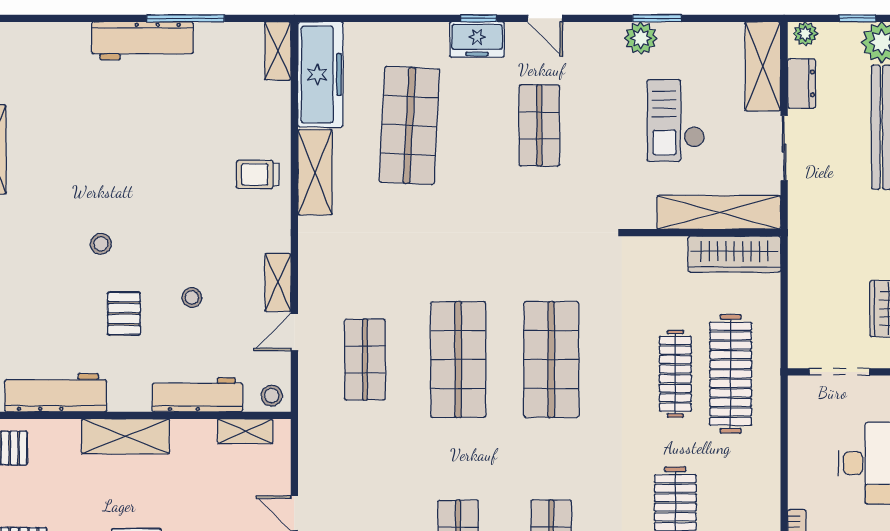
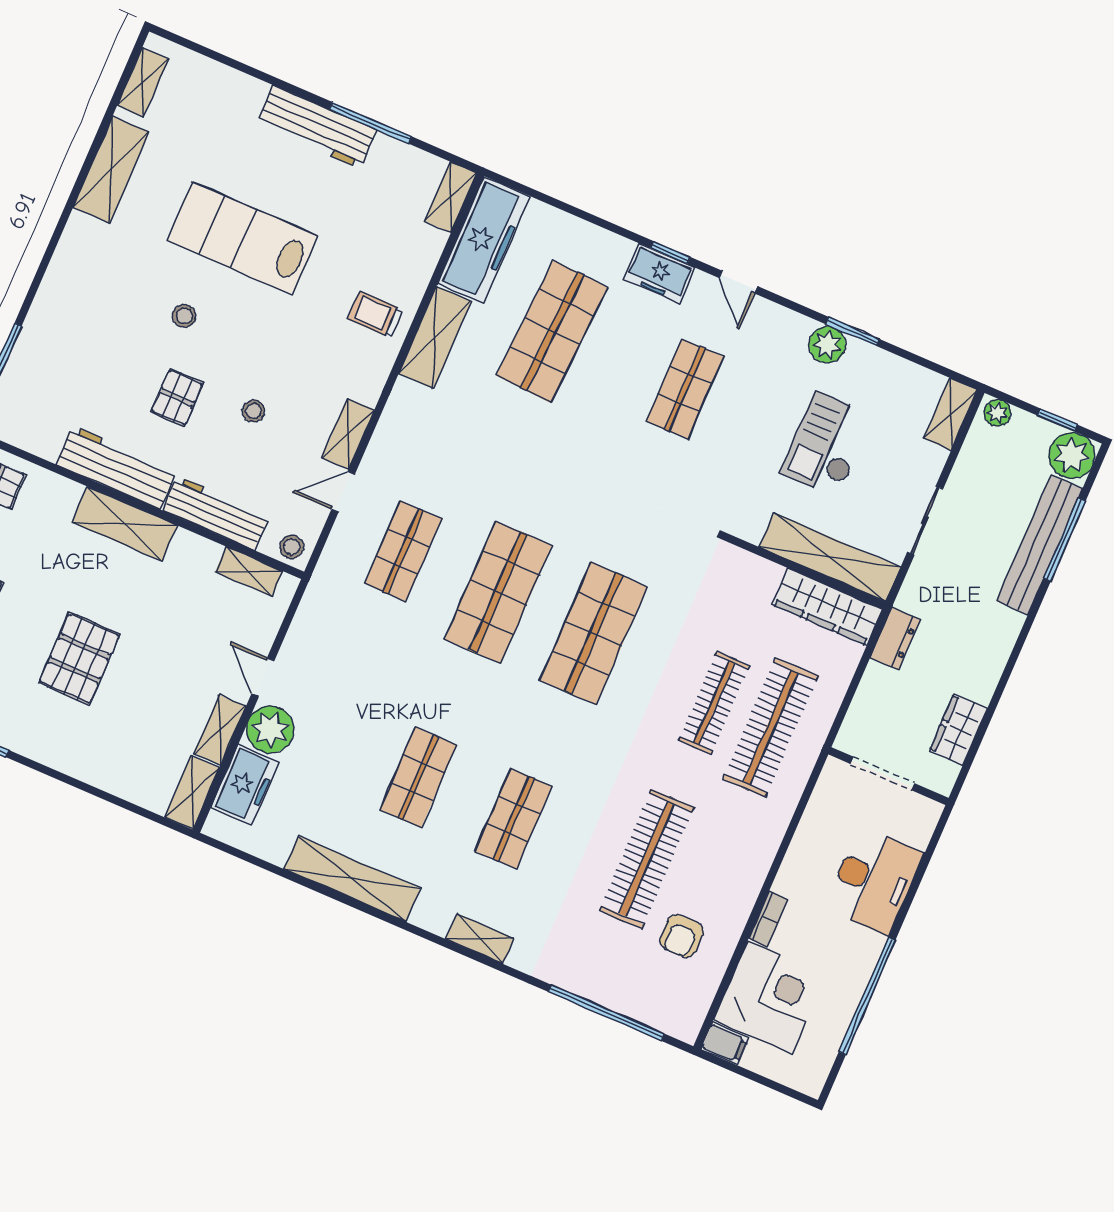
shelving: (763, 66) -> (951, 414), width x0.67, depth x0.75
dresser: (802, 83) -> (895, 638), moved
lab bench: (121, 159) -> (242, 238), added
workbench: (56, 393) -> (116, 467), moved

